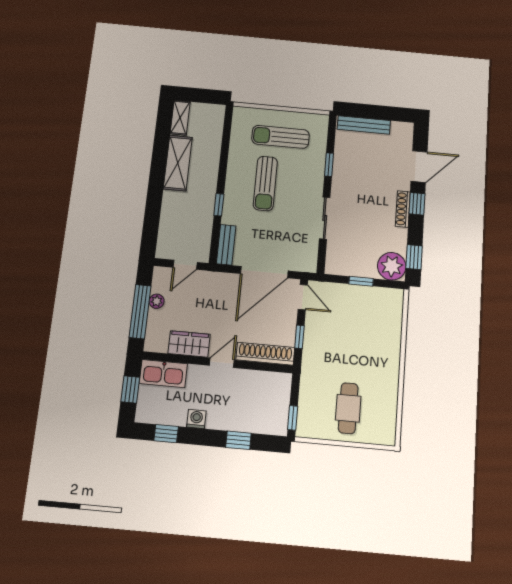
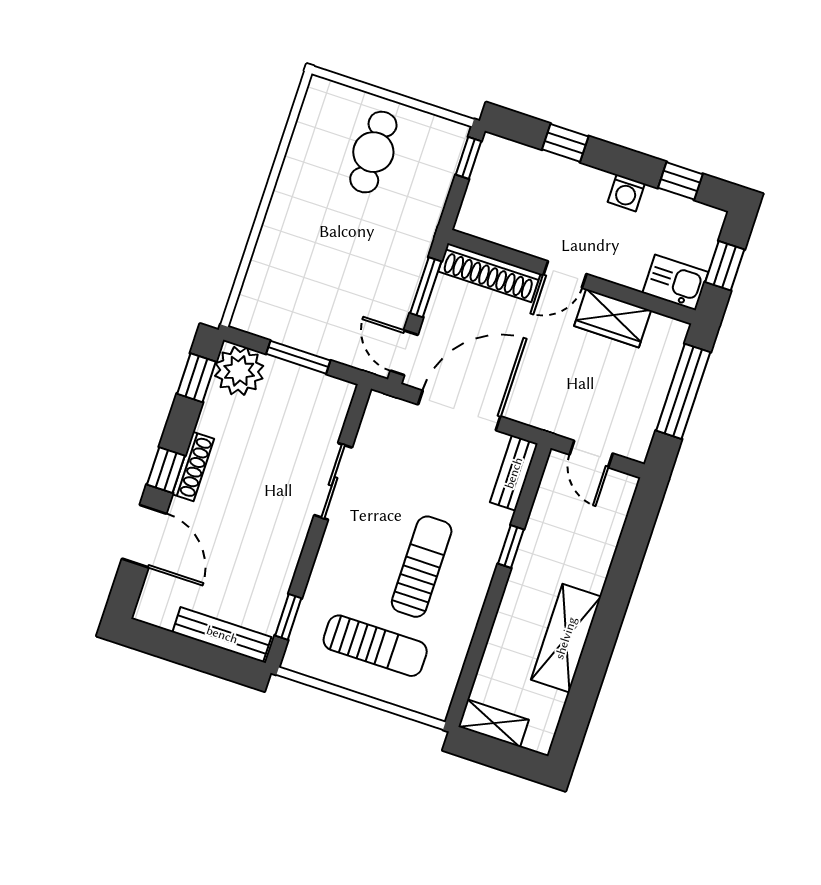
shelving: (180, 118) -> (494, 723), moved, turned 90
window: (329, 165) -> (288, 617), moved
door: (419, 167) -> (144, 536), swing flipped
door: (185, 265) -> (591, 454), swing flipped
window: (361, 281) -> (298, 357), width x1.50
plant: (157, 301) -> (652, 402), removed
window: (299, 337) -> (426, 287), width x1.50
kitchen sink: (163, 374) -> (675, 282), width x0.73

